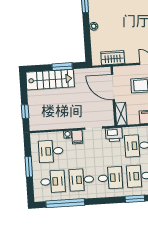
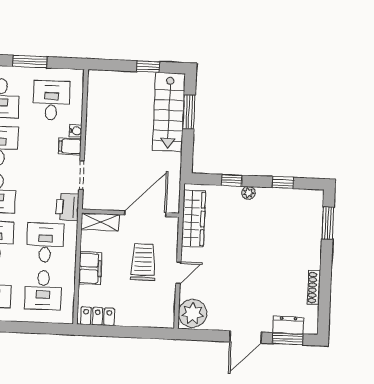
window: (87, 37) -> (232, 180), added
wardrobe: (113, 58) -> (193, 219), width x1.50
window: (62, 67) -> (189, 112), moved
window: (25, 112) -> (148, 67), moved

